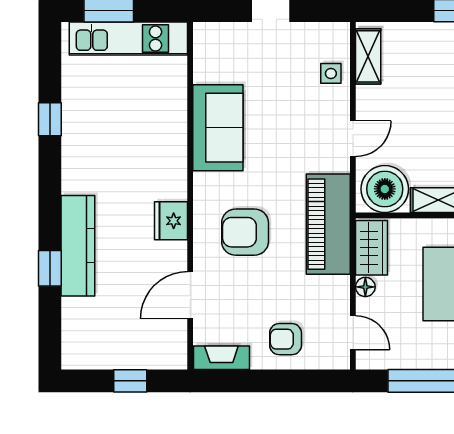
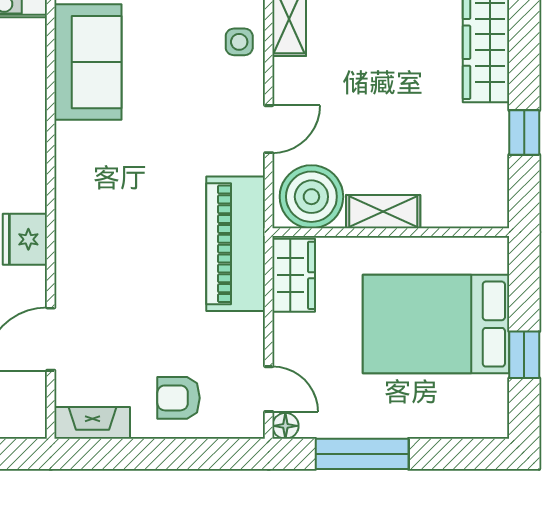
sofa: (218, 128) -> (88, 62), moved
armchair: (245, 232) -> (124, 255), removed
floor lamp: (365, 287) -> (285, 426), moved

